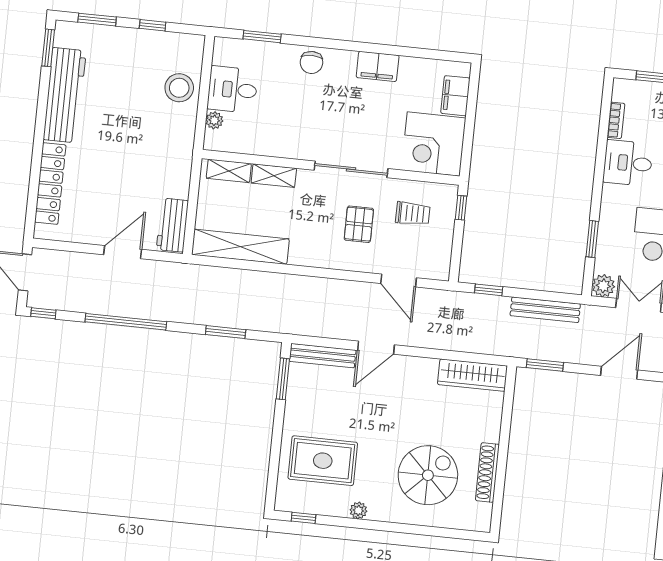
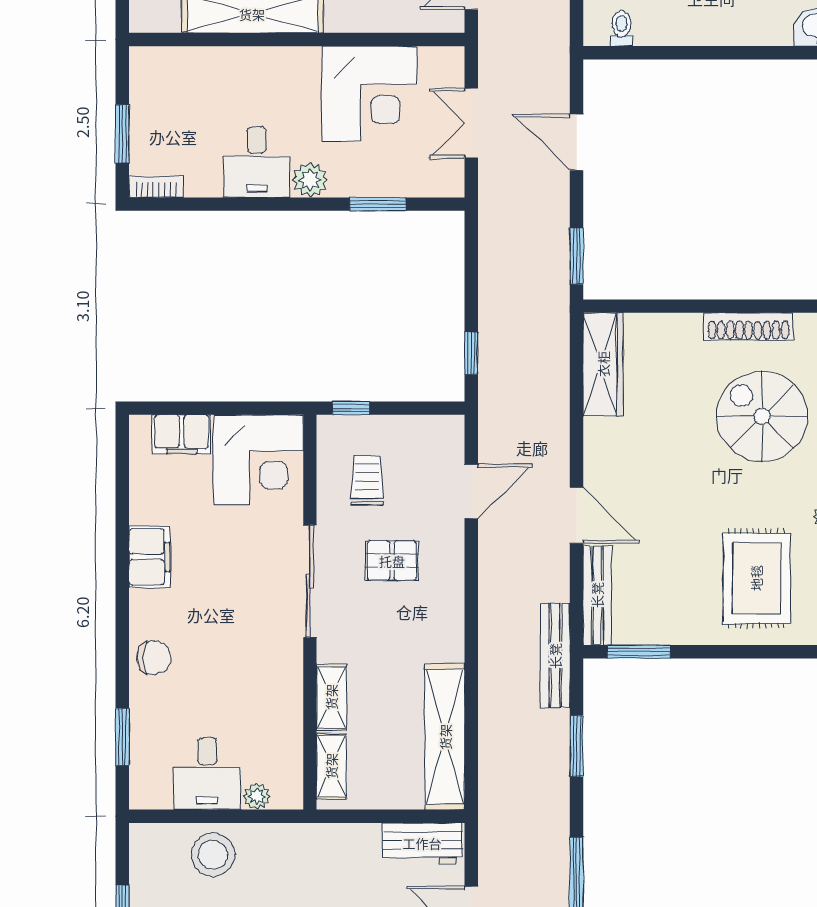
bookcase: (616, 120) -> (156, 187), moved
plant: (603, 286) -> (310, 180), moved
bench: (545, 310) -> (555, 656), moved

